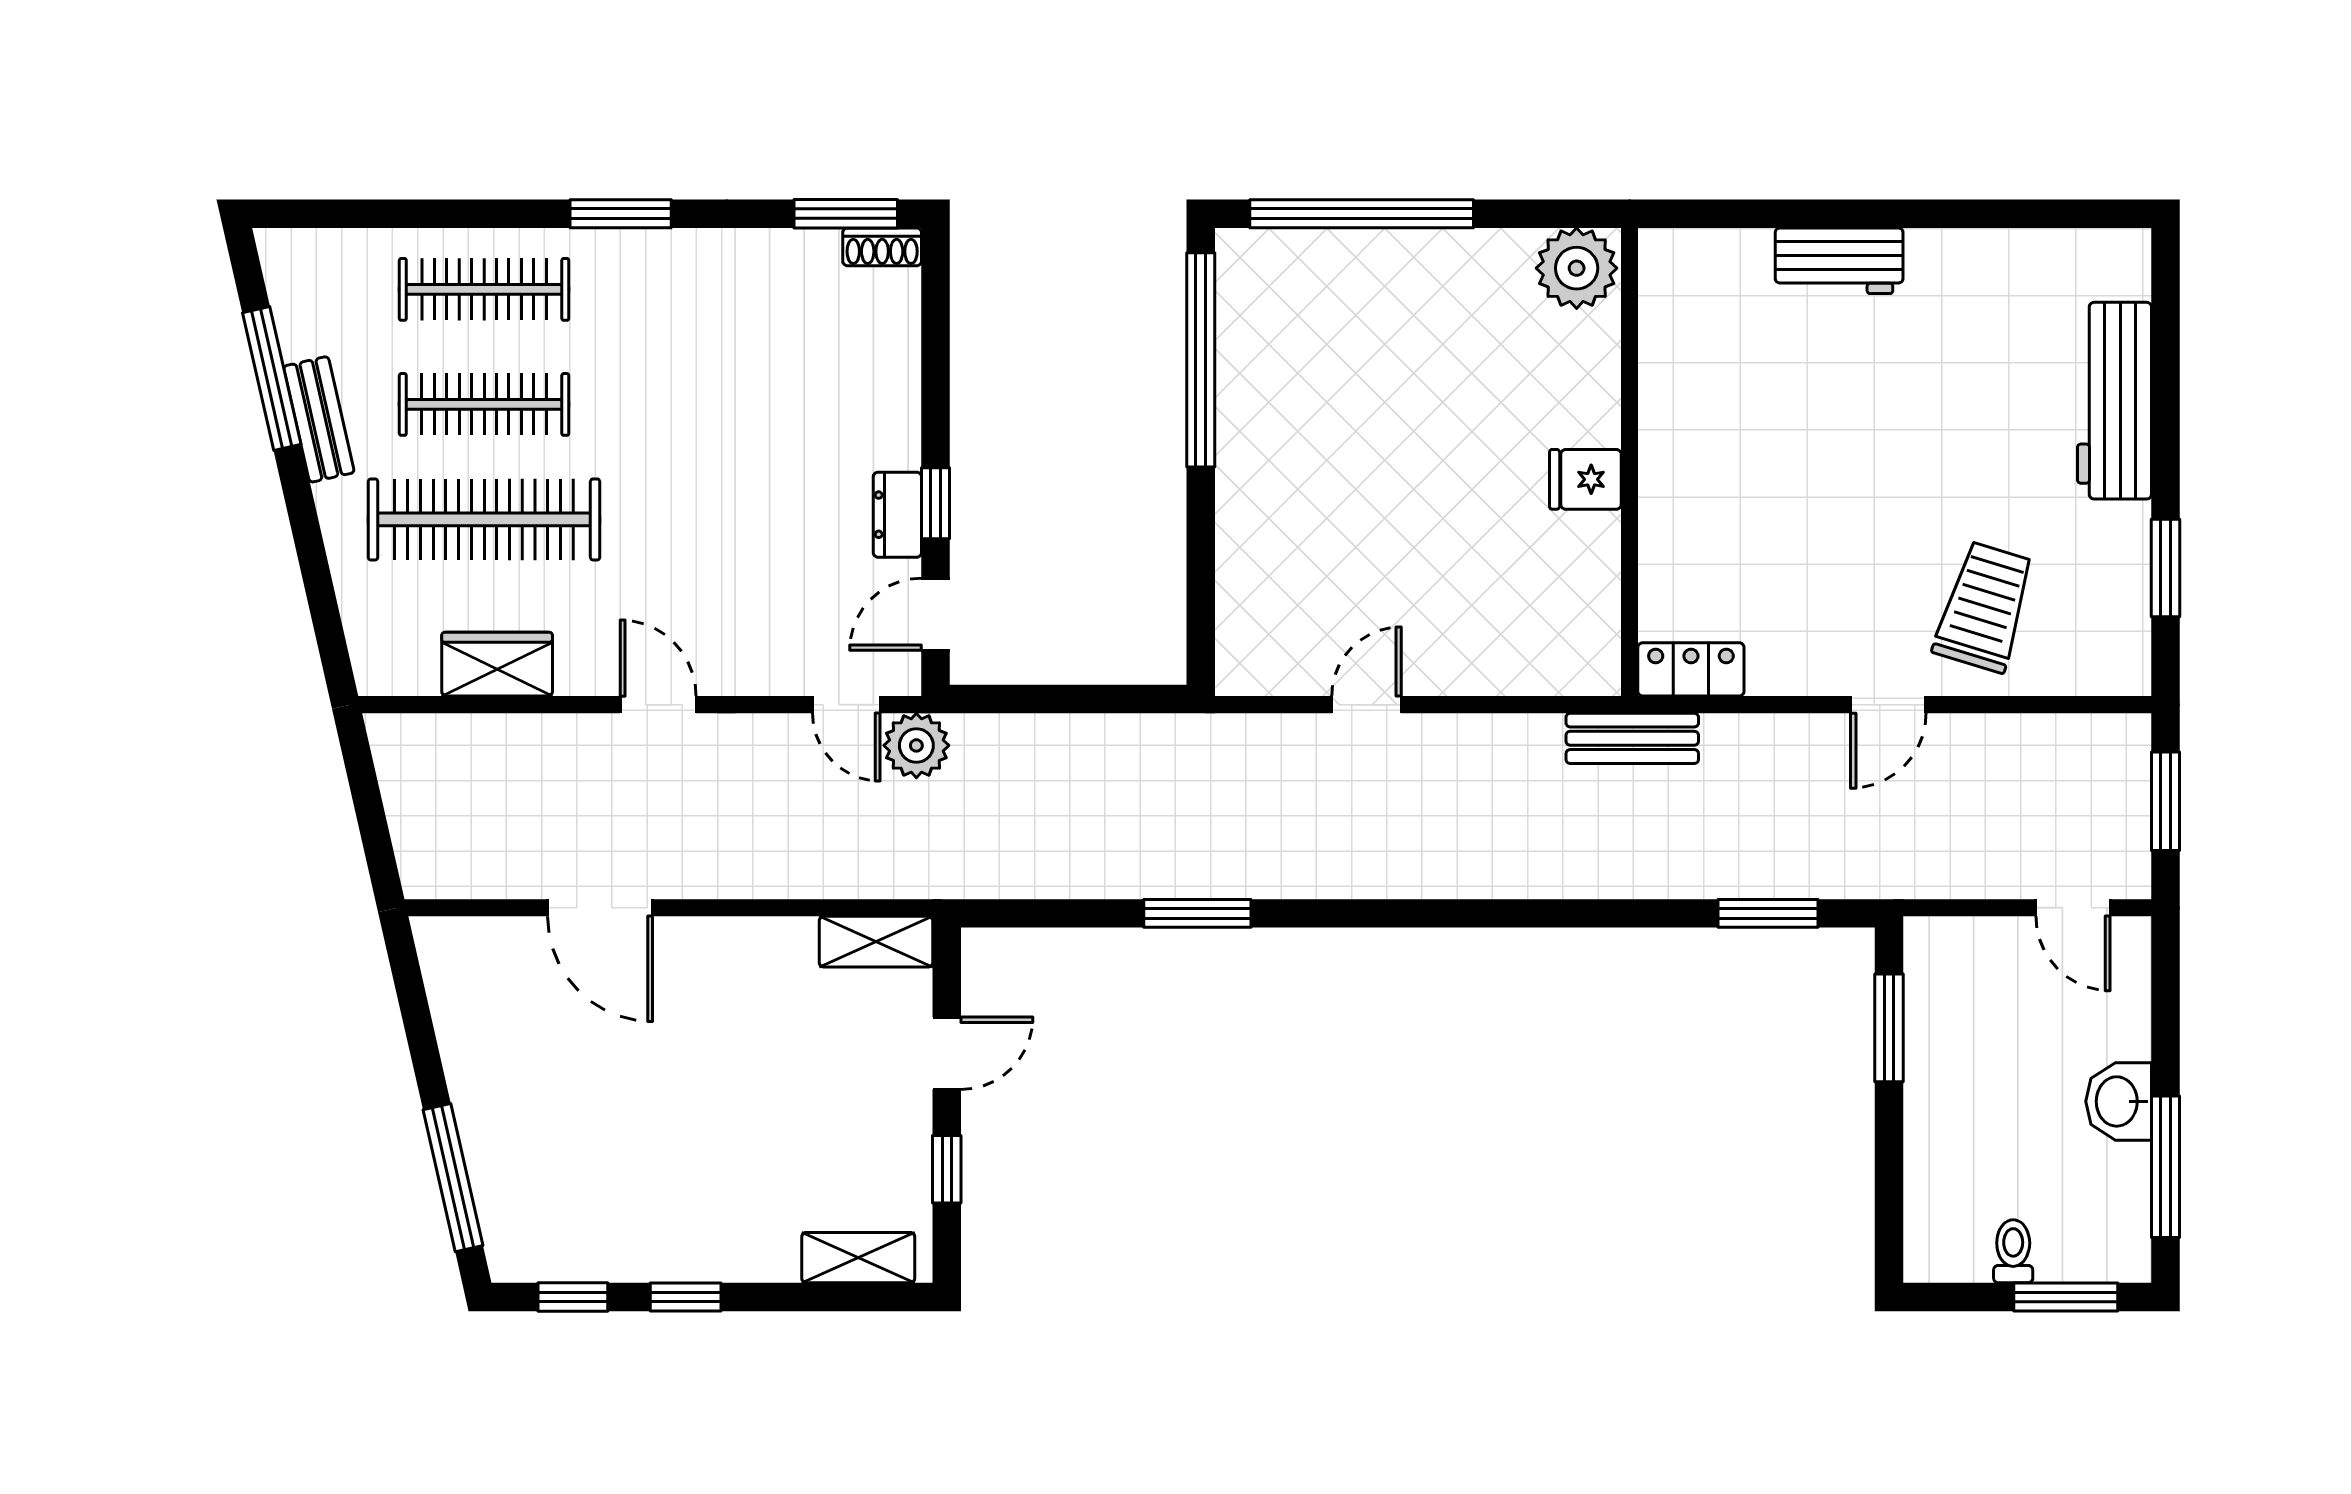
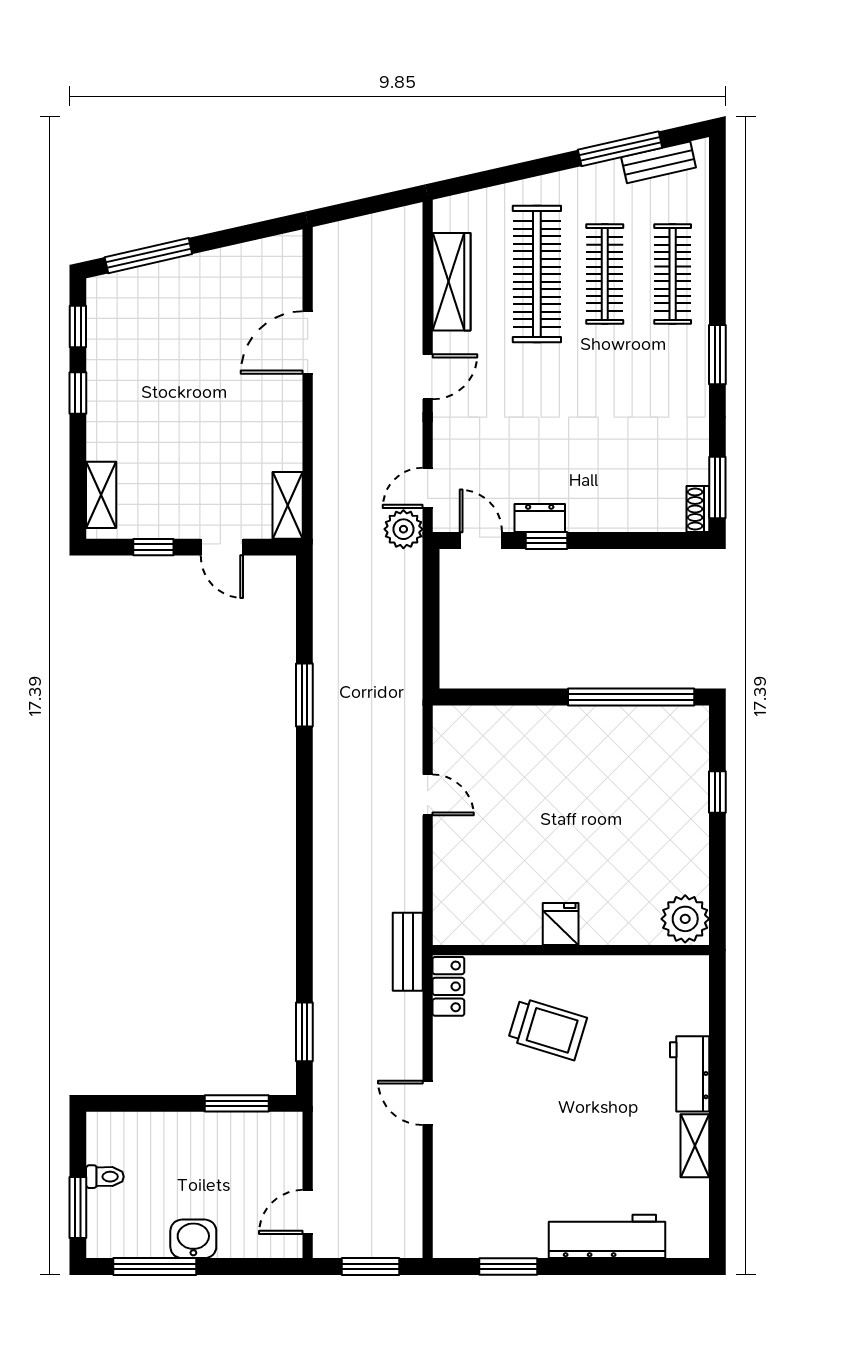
window: (1362, 214) -> (717, 792), width x0.32
shelving: (1961, 252) -> (695, 1146), added
bench: (319, 419) -> (659, 162), moved
trolley: (1984, 607) -> (547, 1029), moved
wardrobe: (497, 664) -> (452, 282), width x1.50

